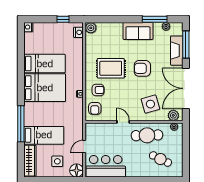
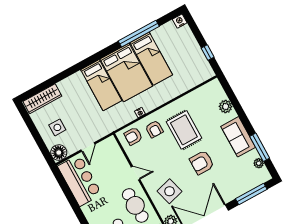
plant: (91, 28) -> (226, 107), moved
nightstand: (78, 32) -> (203, 76), removed
fireplace: (177, 51) -> (240, 188), removed
armchair: (142, 68) -> (202, 163), turned -90
door: (123, 122) -> (136, 173), hinge flipped
window: (21, 124) -> (139, 34), moved
bed: (44, 135) -> (101, 85), moved
door: (84, 147) -> (88, 147), swing flipped

